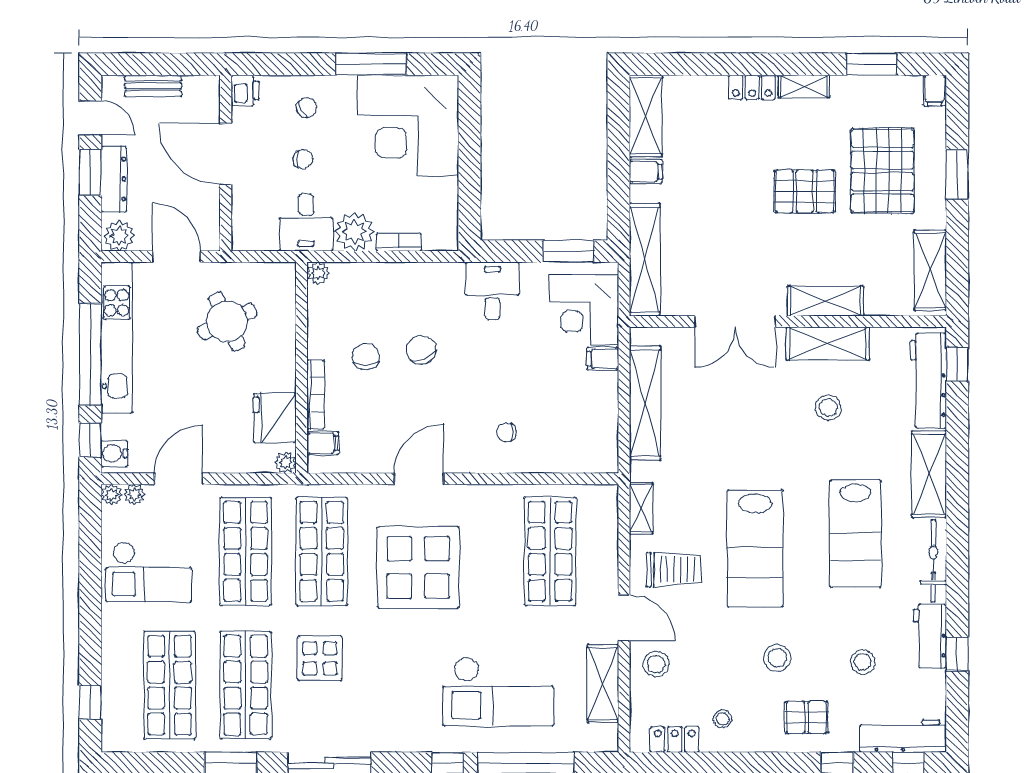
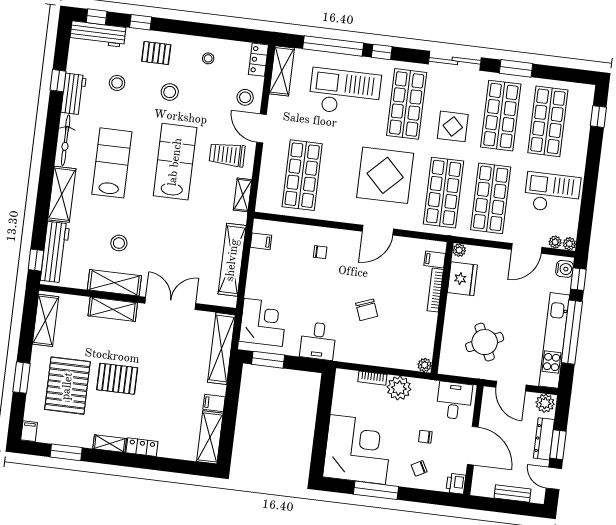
desk: (306, 222) -> (454, 401), moved
chair: (366, 357) -> (401, 310), removed
filing cabinet: (603, 359) -> (261, 241), moved
shelving: (603, 683) -> (282, 71), moved
shop shelf: (398, 685) -> (407, 104), added
locker: (675, 739) -> (258, 60), moved, turned 90

